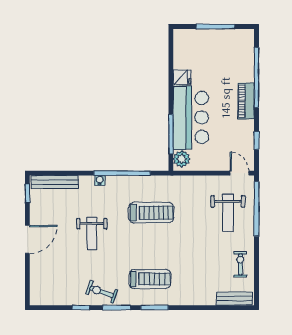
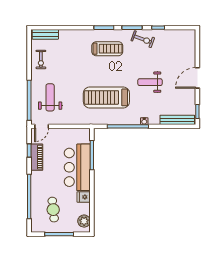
cafe table: (224, 60) -> (53, 210), added
piano: (246, 101) -> (37, 157), moved
plant: (182, 159) -> (84, 221), moved
door: (239, 173) -> (42, 126), hinge flipped
treadmill: (151, 213) -> (106, 97), width x1.37, depth x1.37
weight bench: (92, 233) -> (150, 82), turned -90
treadmill: (150, 279) -> (107, 49), turned 180

